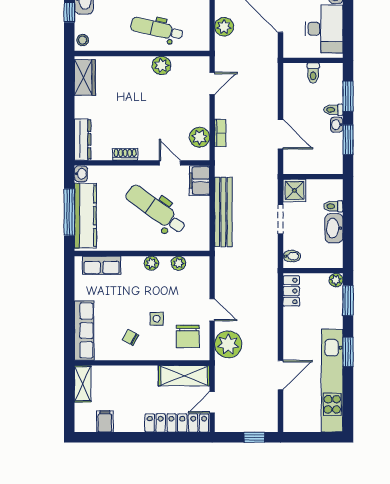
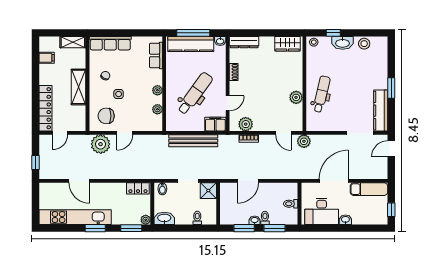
plant: (224, 27) -> (304, 141), moved
washbasin: (334, 228) -> (164, 218), moved
shelving: (184, 376) -> (79, 87), moved
door: (212, 402) -> (60, 133), swing flipped

